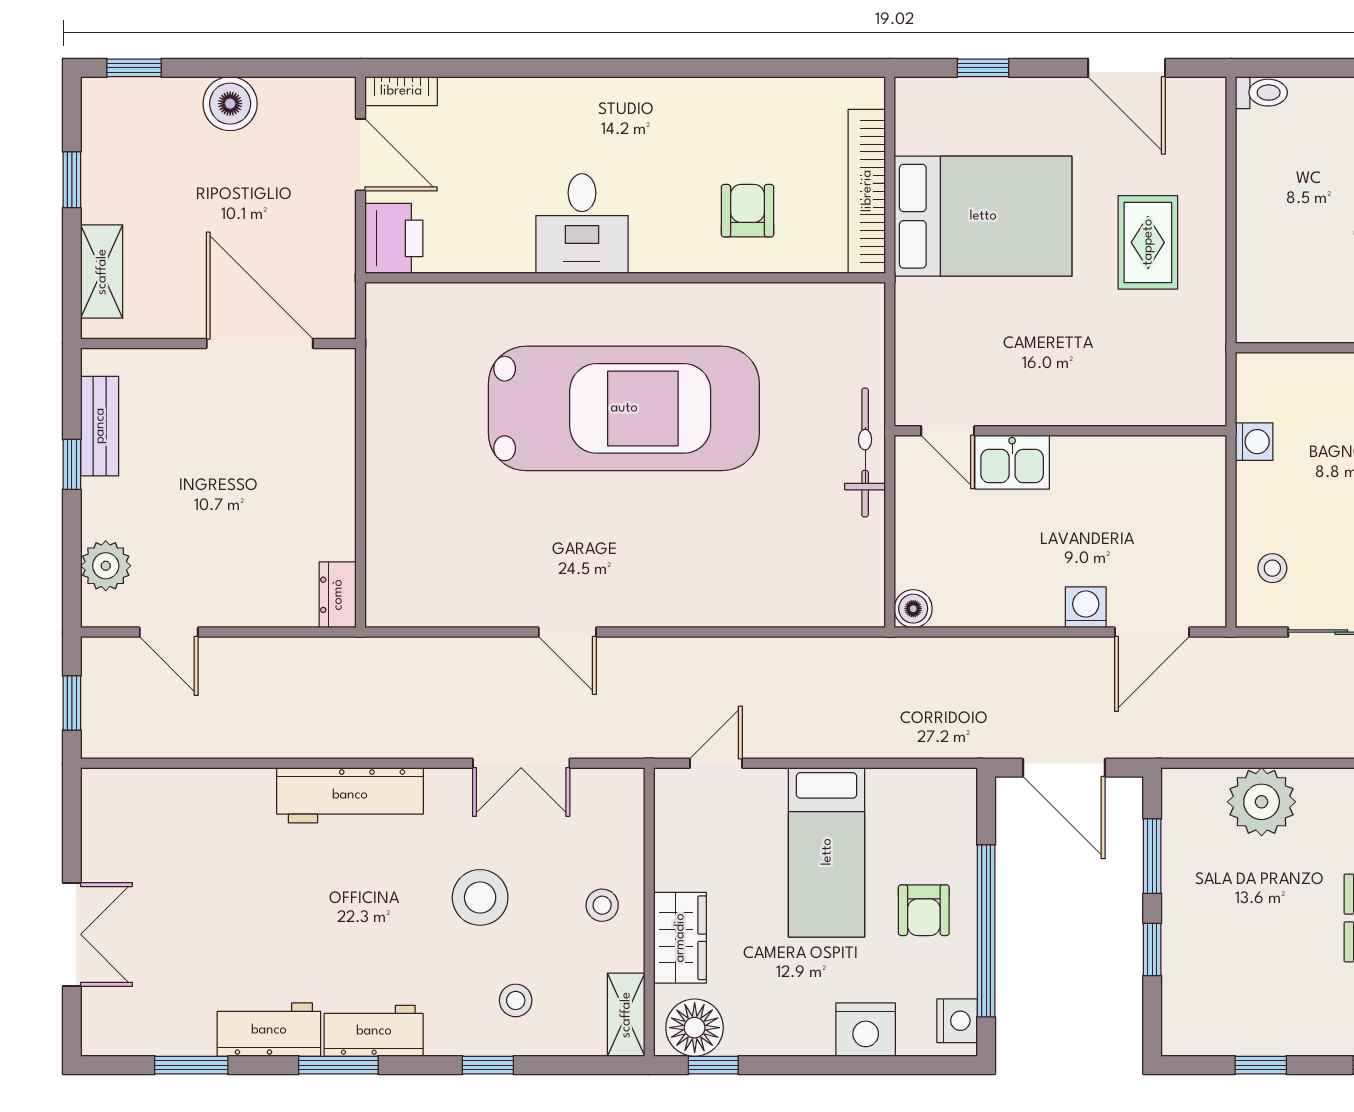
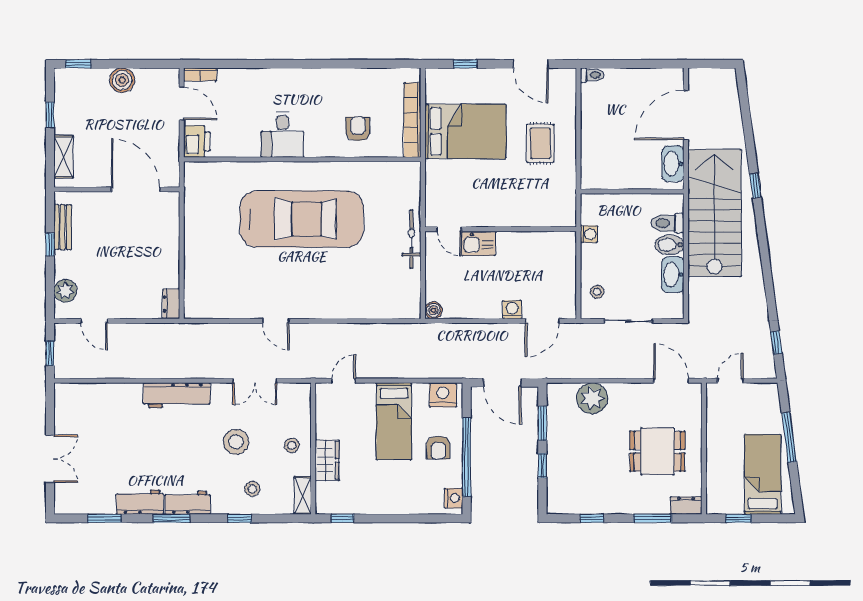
floor lamp: (695, 1028) -> (334, 501), removed
nightstand: (866, 1030) -> (443, 395), moved, turned 180

